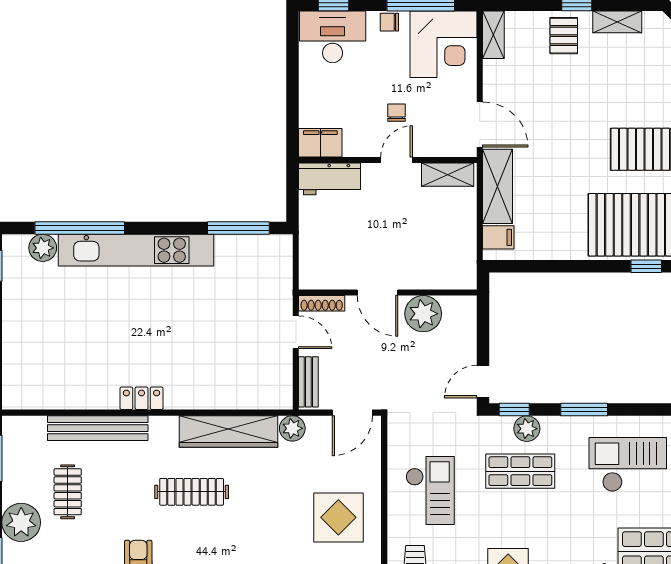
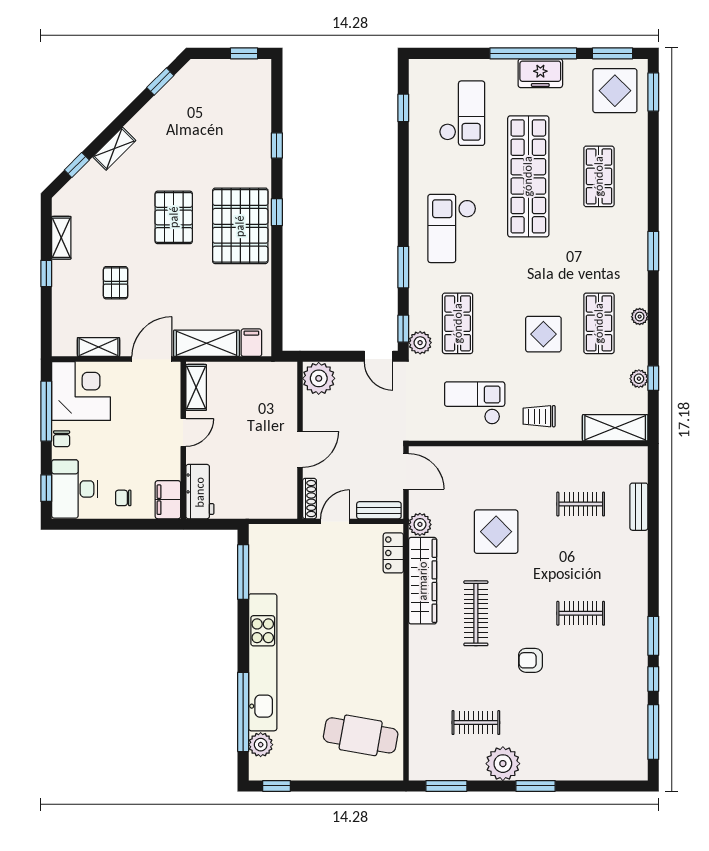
shelving: (493, 35) -> (98, 347), moved
pallet: (564, 36) -> (116, 283), moved, turned 90
chair: (396, 113) -> (123, 498), moved
door: (397, 160) -> (183, 432), swing flipped
plant: (423, 314) -> (319, 378), moved
cafe table: (53, 361) -> (361, 735), added
locker: (142, 398) -> (393, 553), moved
bench: (98, 428) -> (420, 696), removed
plant: (527, 429) -> (420, 343), moved
display table: (338, 517) -> (496, 532), moved

